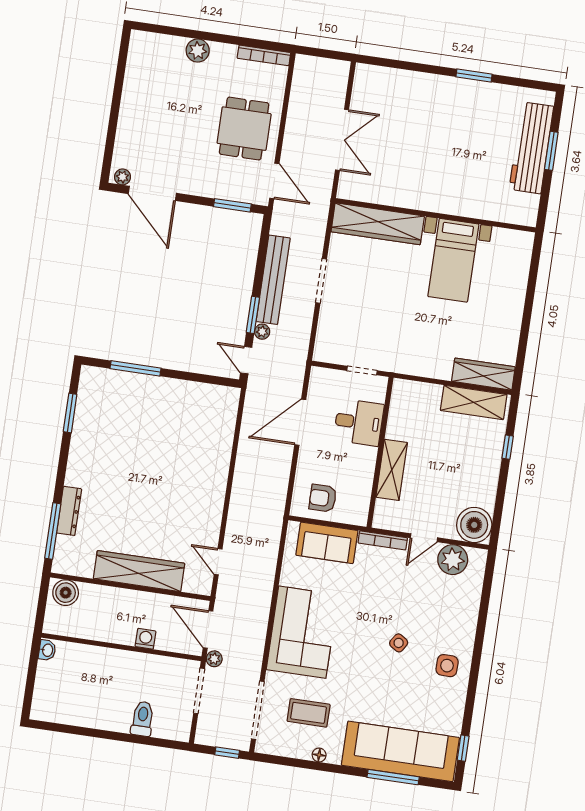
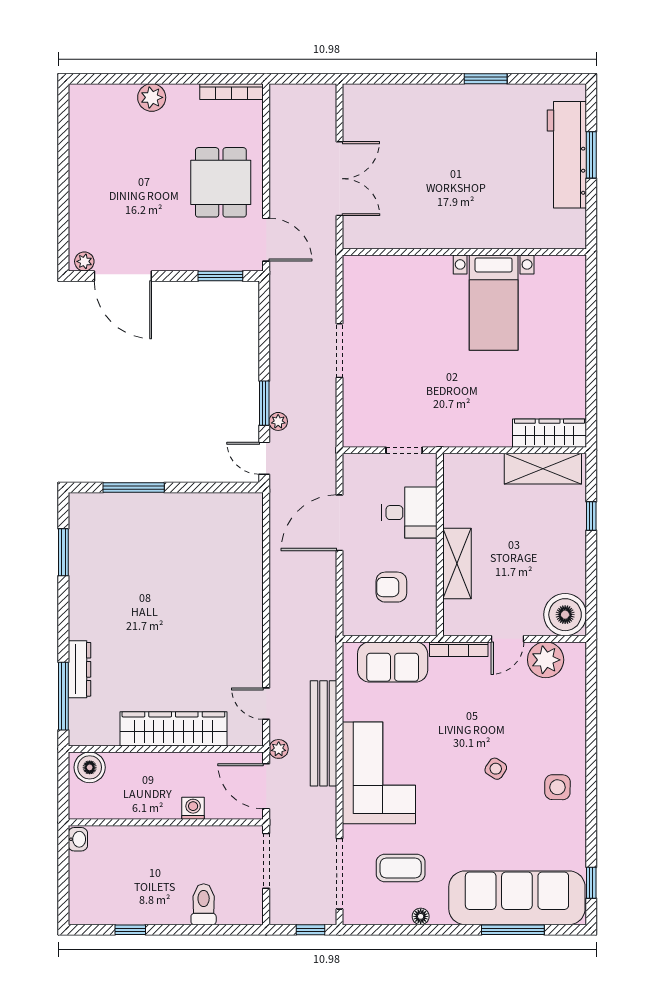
wardrobe: (378, 224) -> (397, 273), removed
bench: (273, 280) -> (323, 733), moved
armchair: (323, 498) -> (391, 587), moved
plant: (214, 659) -> (279, 749), moved
window: (79, 731) -> (130, 930), added

